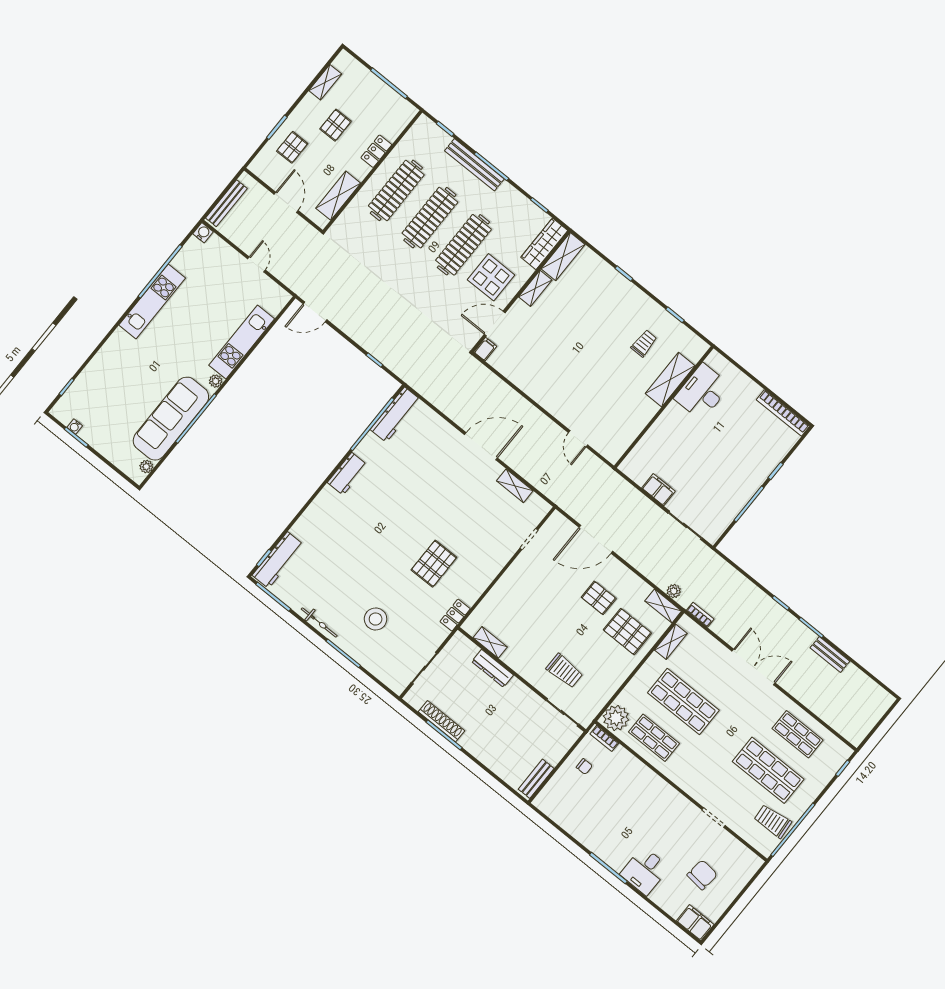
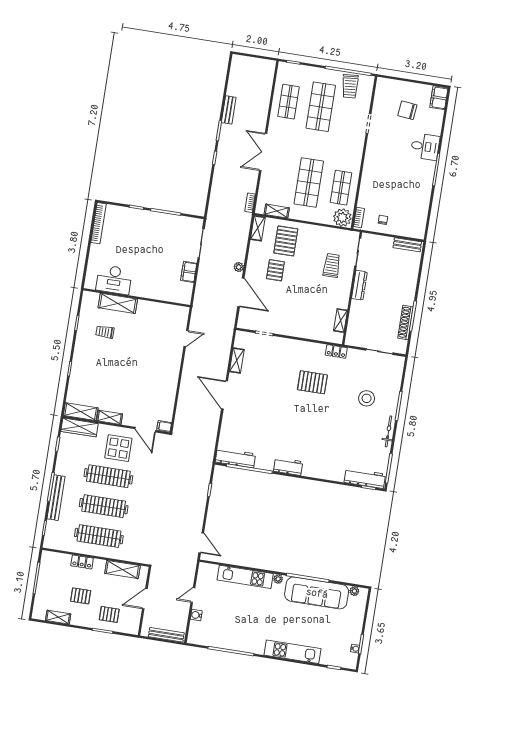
water cooler: (203, 233) -> (196, 615), moved
kitchen unit: (152, 301) -> (292, 652), moved
plant: (674, 591) -> (239, 267), moved
dresser: (492, 668) -> (359, 285), moved

